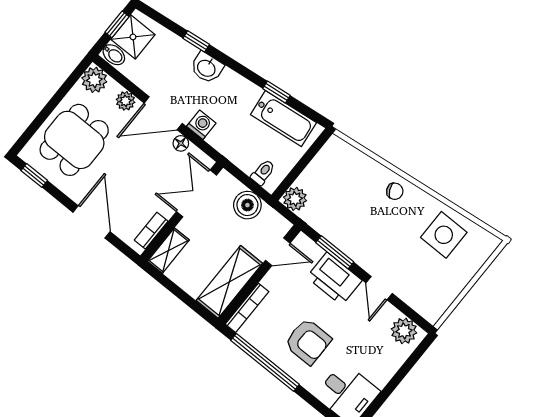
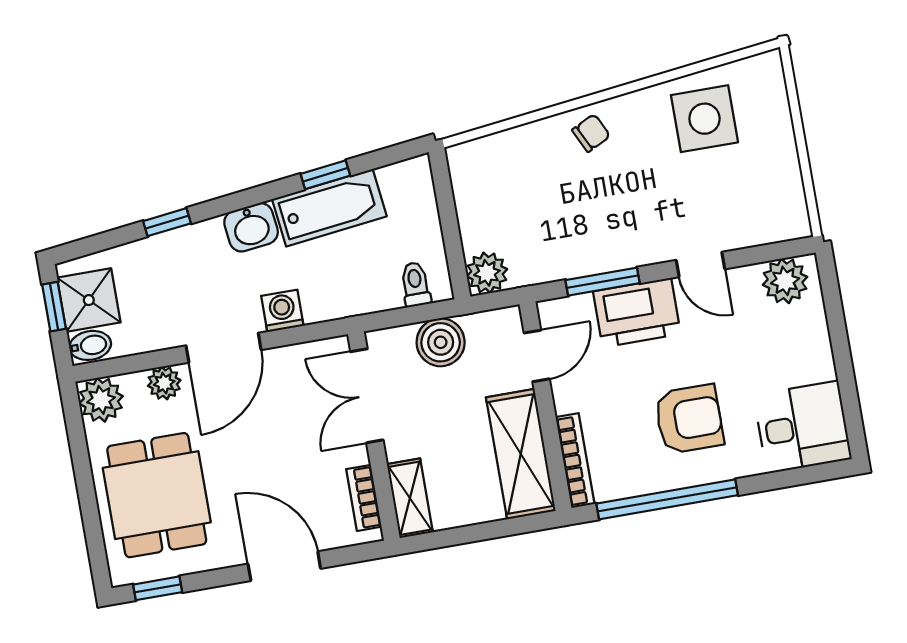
washbasin: (207, 68) -> (251, 227), moved
bathtub: (283, 119) -> (329, 208), moved
floor lamp: (181, 143) -> (283, 359), removed

